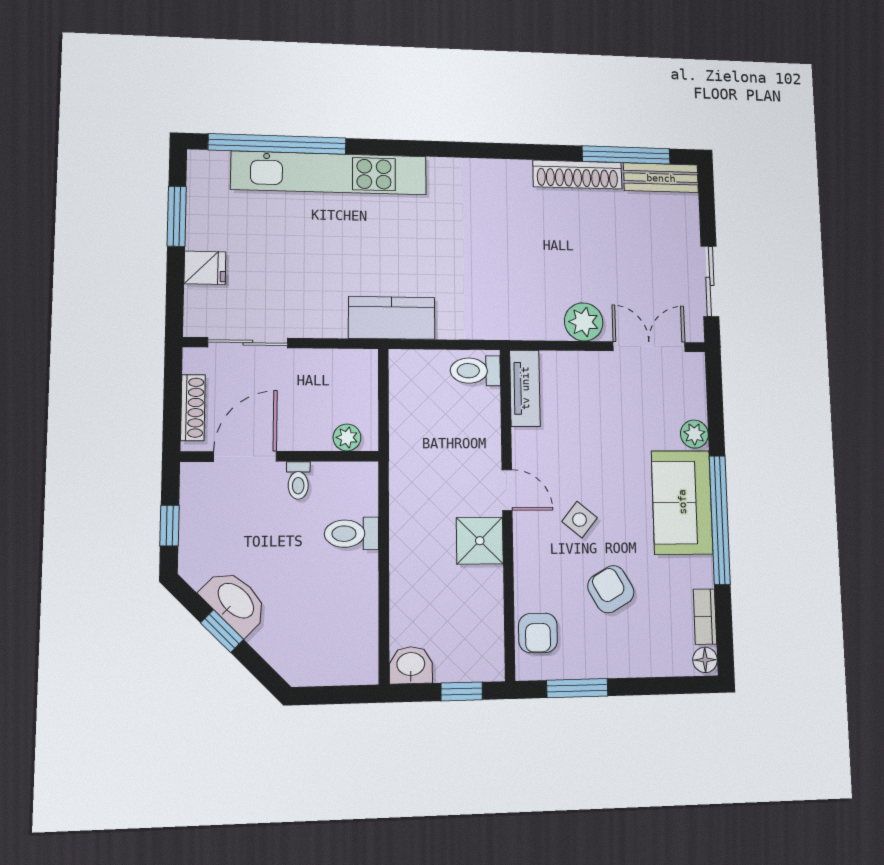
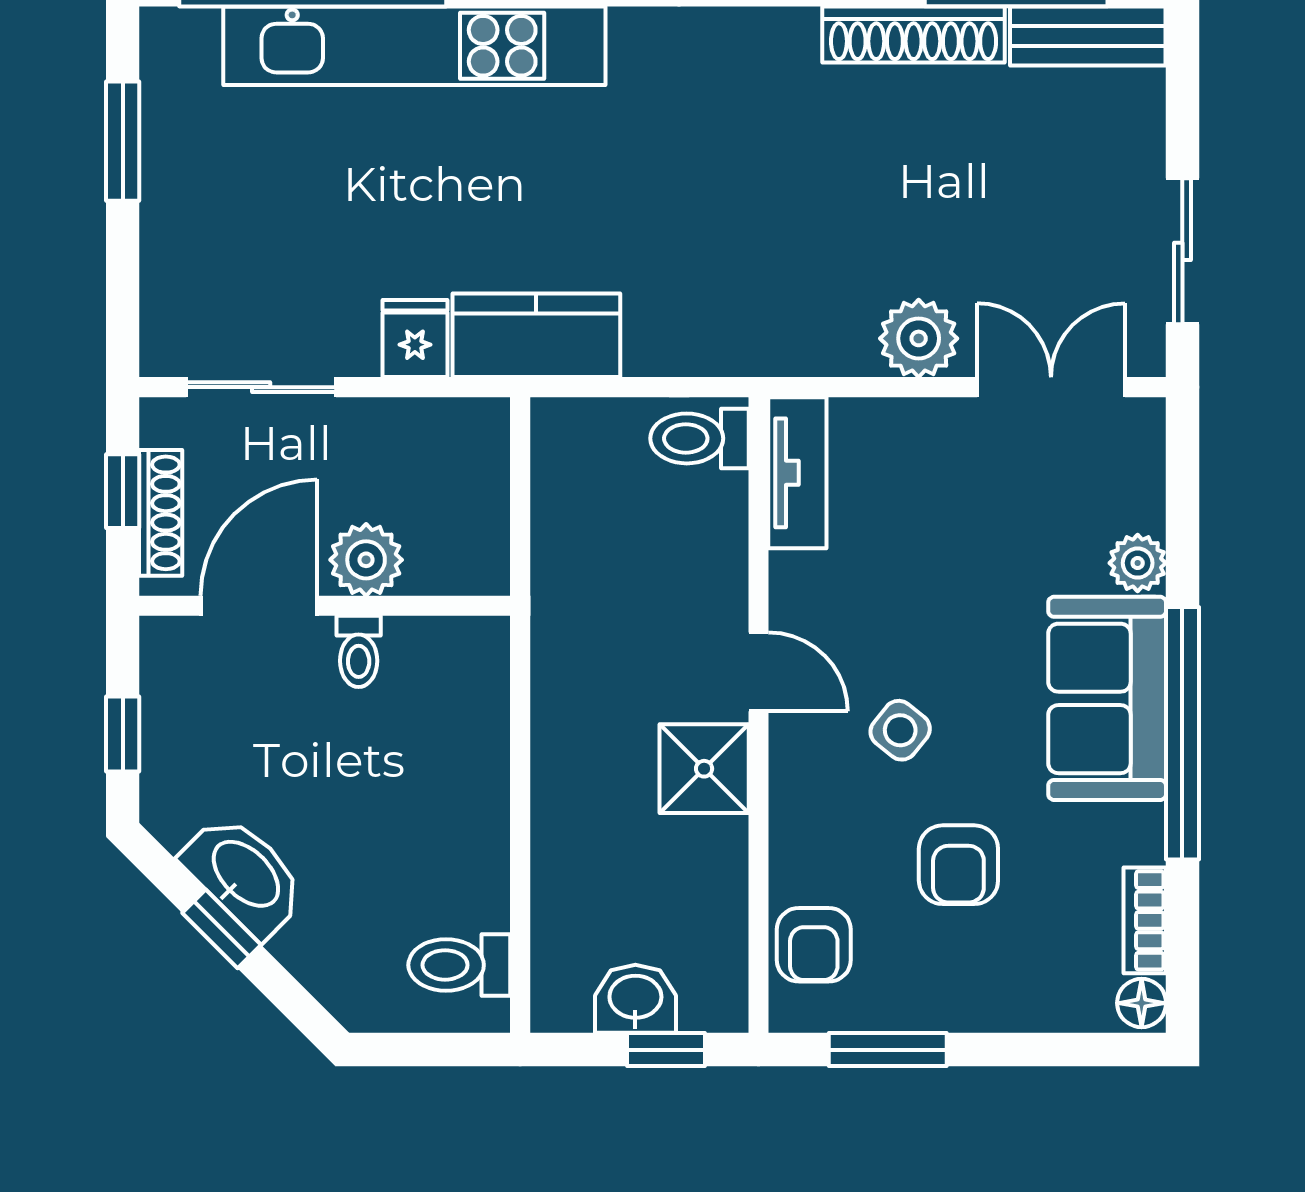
fridge: (205, 268) -> (415, 339), moved, turned -90
window: (173, 396) -> (123, 491), added
plant: (347, 437) -> (366, 560), moved, width x1.38, depth x1.38
toilet: (352, 534) -> (459, 965), moved
armchair: (611, 589) -> (958, 865), turned -150
washbasin: (411, 665) -> (635, 999), moved

